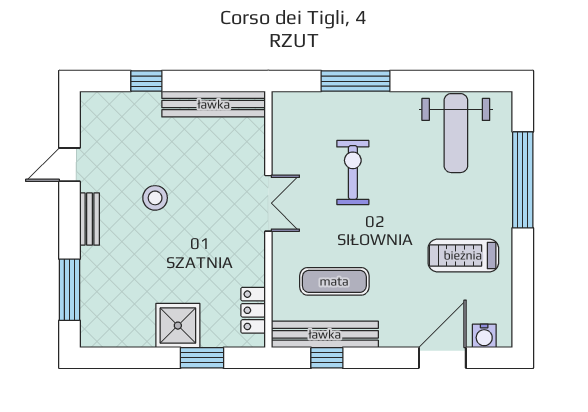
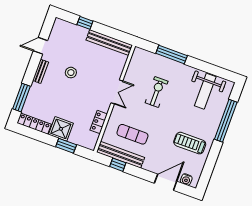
locker: (253, 310) -> (99, 122), moved
locker: (117, 335) -> (34, 124), added

